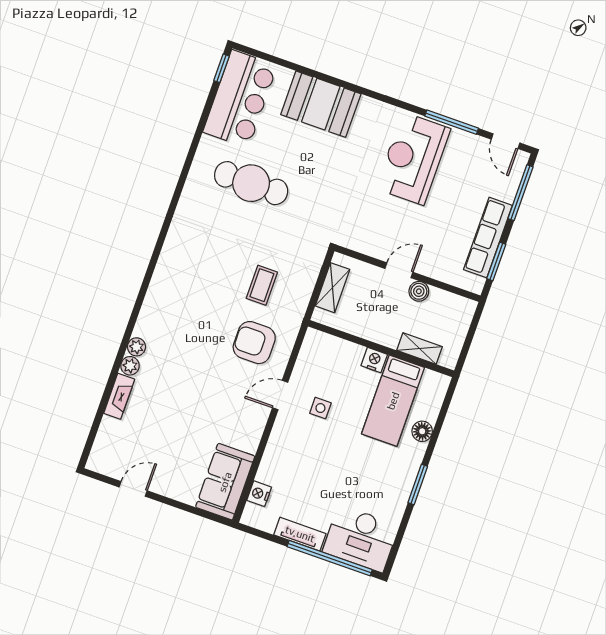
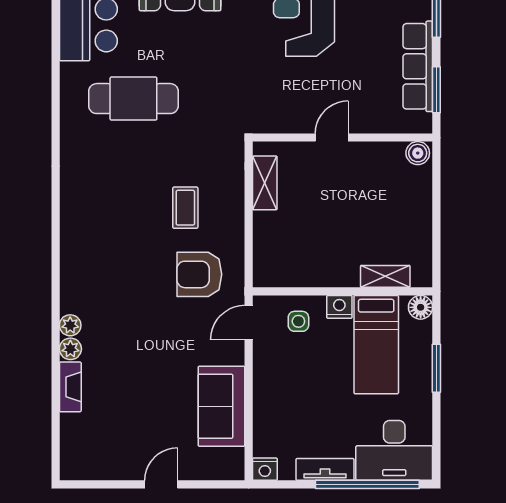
boiler: (419, 291) -> (418, 153), moved
wall: (381, 349) -> (343, 291), moved
shelving: (420, 349) -> (385, 276), moved
nightstand: (374, 360) -> (339, 307), moved
bed: (393, 401) -> (376, 345), moved
sofa: (225, 482) -> (221, 406), moved
door: (133, 489) -> (161, 484), moved
nightstand: (259, 494) -> (265, 469), moved, turned -90

